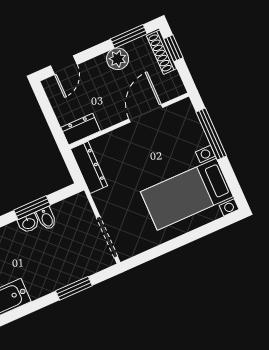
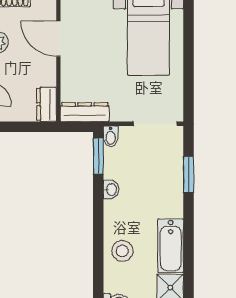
window: (32, 208) -> (98, 156), moved
bidet: (47, 218) -> (111, 136), moved, turned 90

